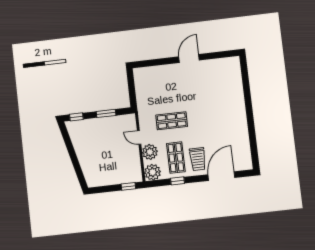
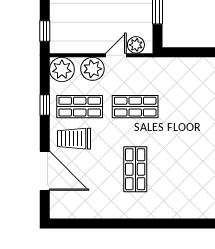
shop shelf: (213, 116) -> (135, 169), added
shop shelf: (172, 121) -> (135, 107), turned 90
plant: (131, 125) -> (136, 45), added

